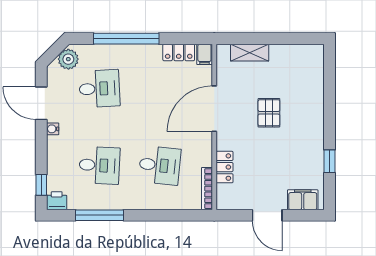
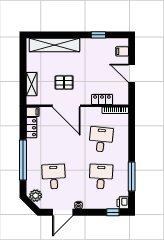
shelving: (313, 90) -> (54, 45), added
pallet: (269, 113) -> (64, 83), moved
filing cabinet: (303, 200) -> (122, 51), width x0.50
door: (267, 215) -> (132, 73), swing flipped

